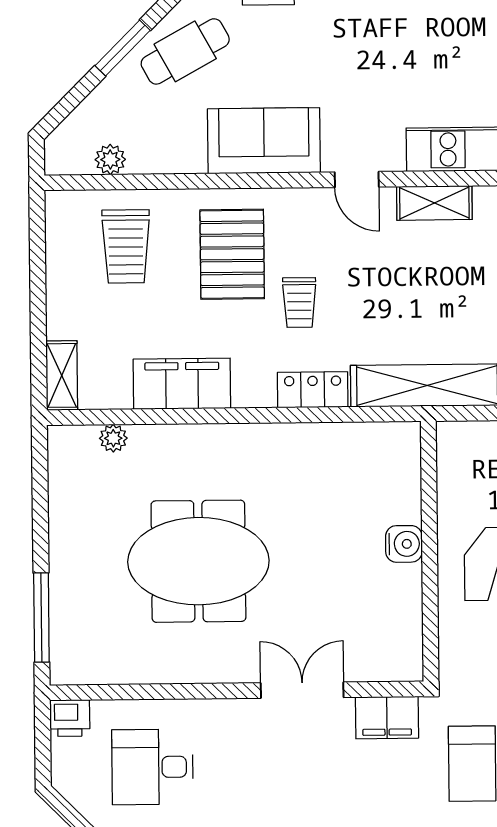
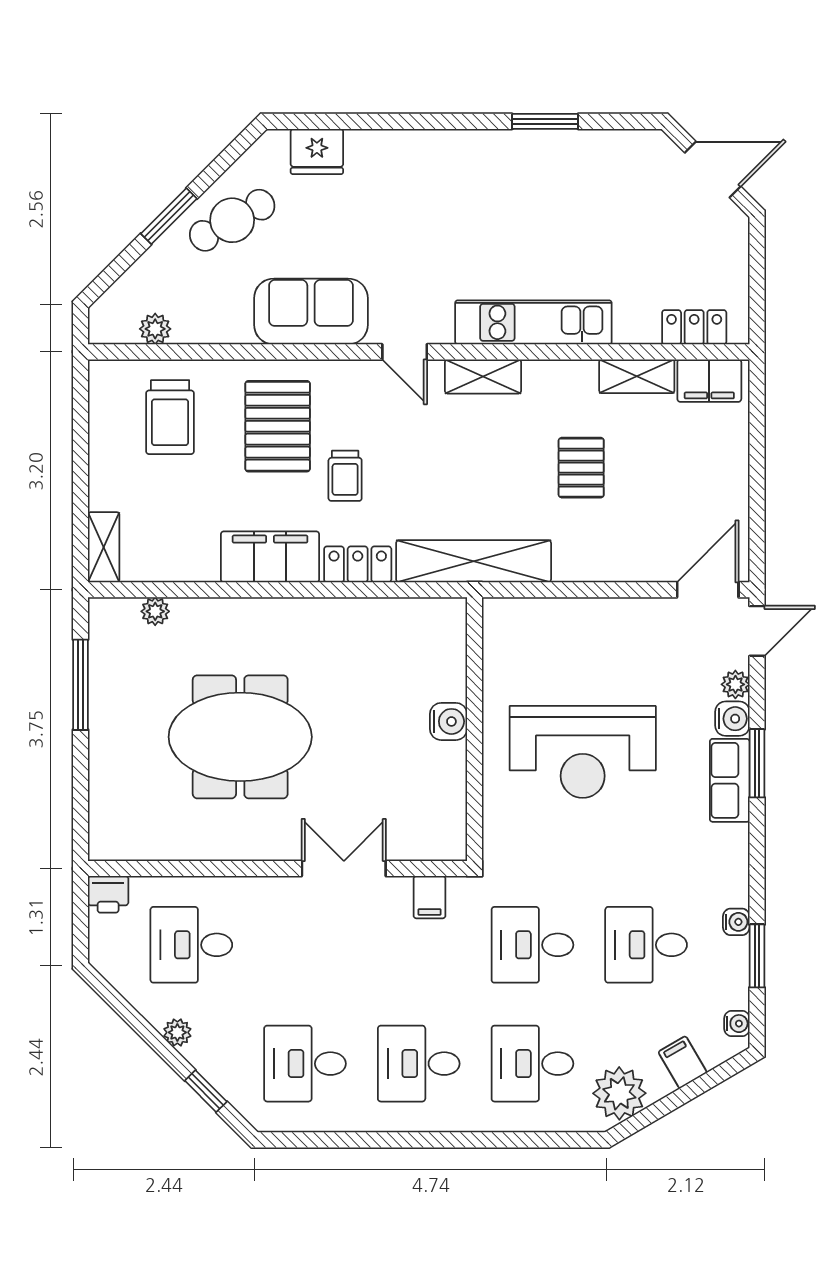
filing cabinet: (182, 384) -> (270, 557), moved
window: (41, 617) -> (80, 685), moved
filing cabinet: (387, 717) -> (429, 897), width x0.50

